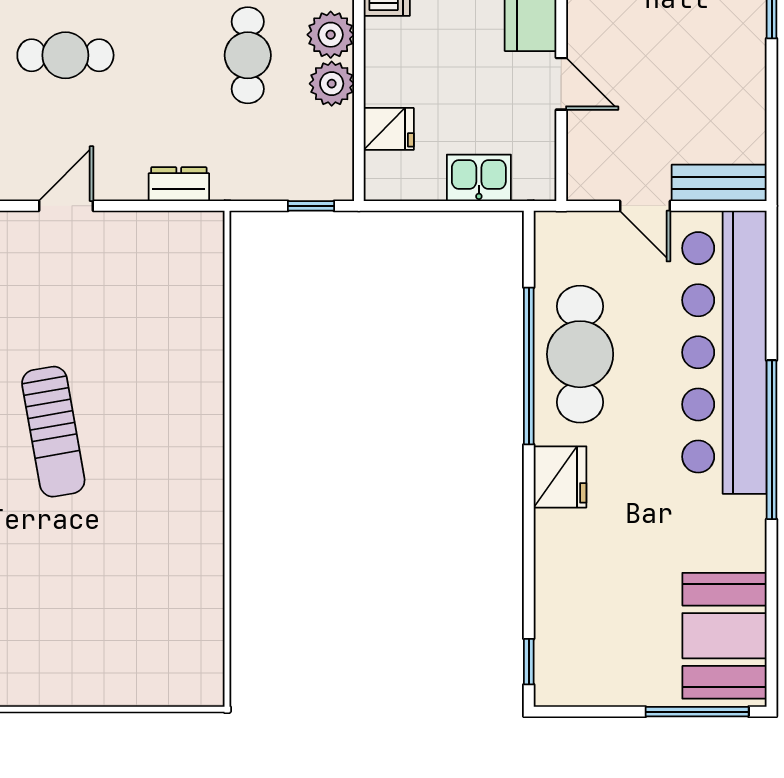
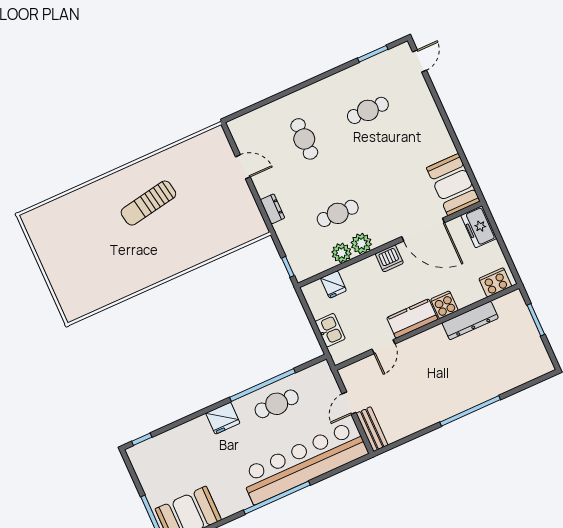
cafe table: (580, 354) -> (277, 404), width x0.73, depth x0.74

